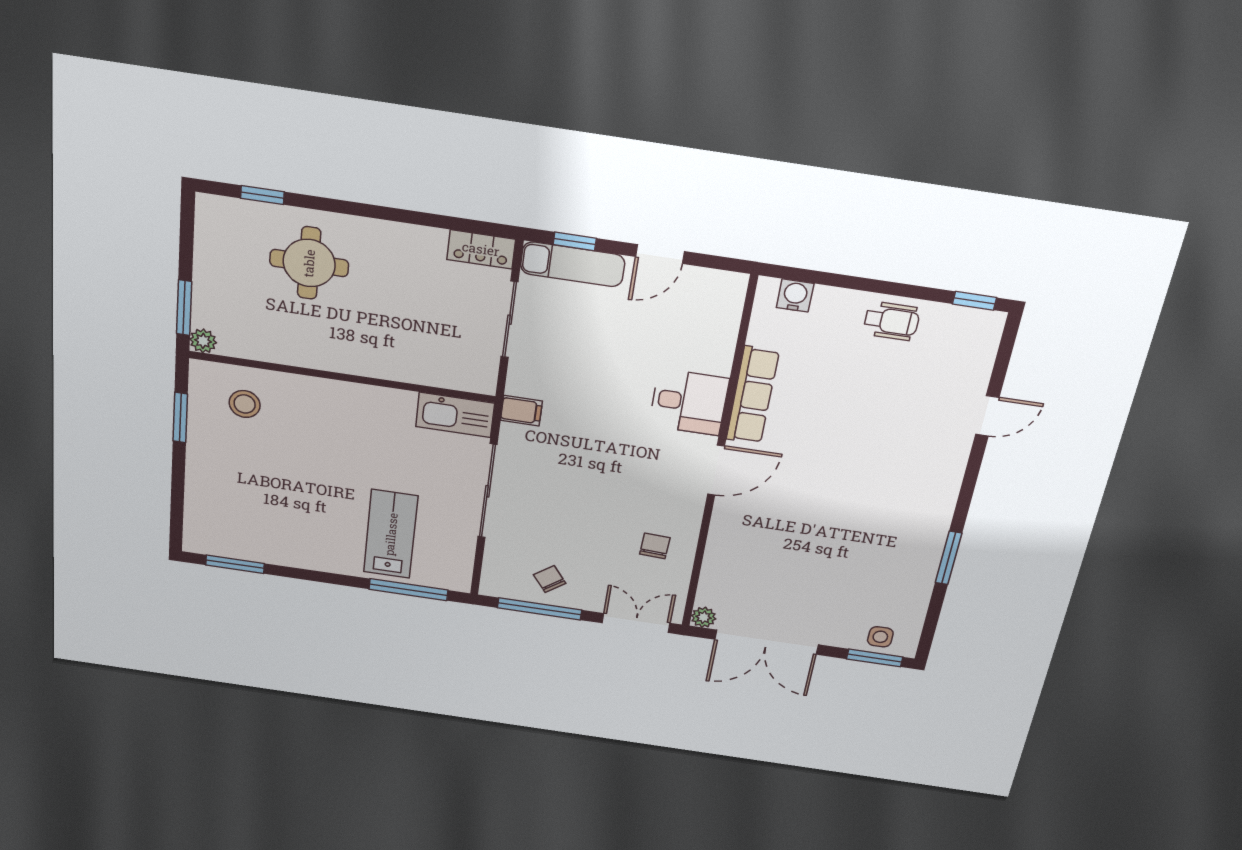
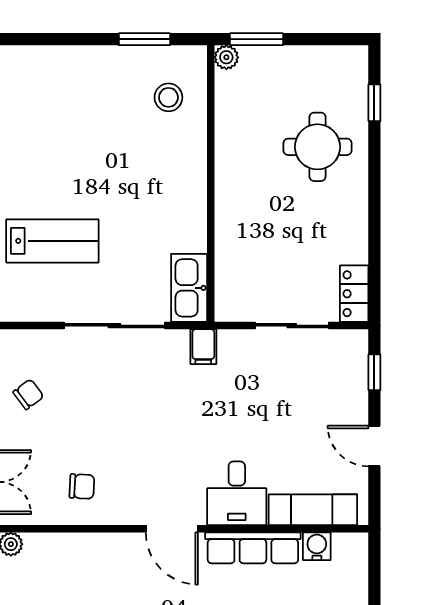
exam couch: (573, 264) -> (313, 510), moved, turned 90
water cooler: (795, 296) -> (317, 546), moved, turned -90

